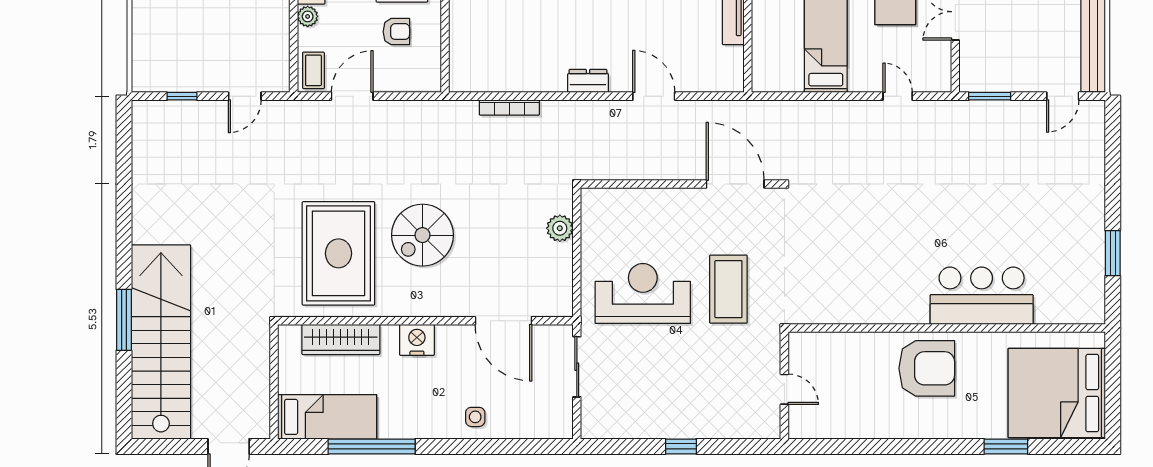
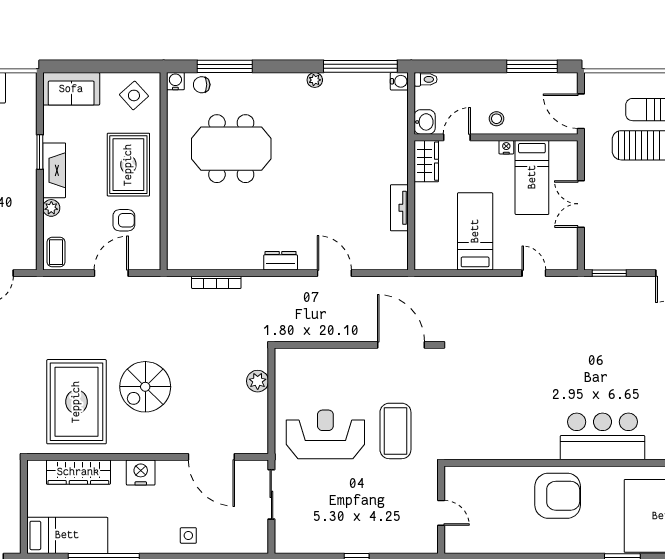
door: (352, 96) -> (111, 273), moved

